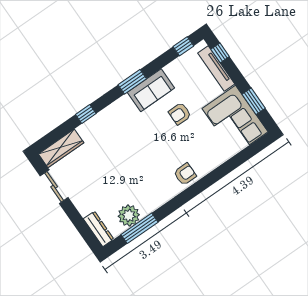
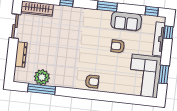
sofa: (151, 90) -> (126, 21), moved
dresser: (99, 229) -> (21, 54), moved

